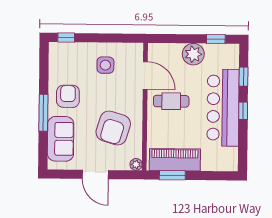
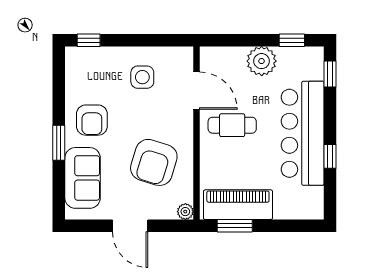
window: (243, 77) -> (330, 74), moved
armchair: (68, 96) -> (92, 120), turned 180
window: (243, 111) -> (330, 156), moved
window: (43, 113) -> (59, 143), width x0.69

